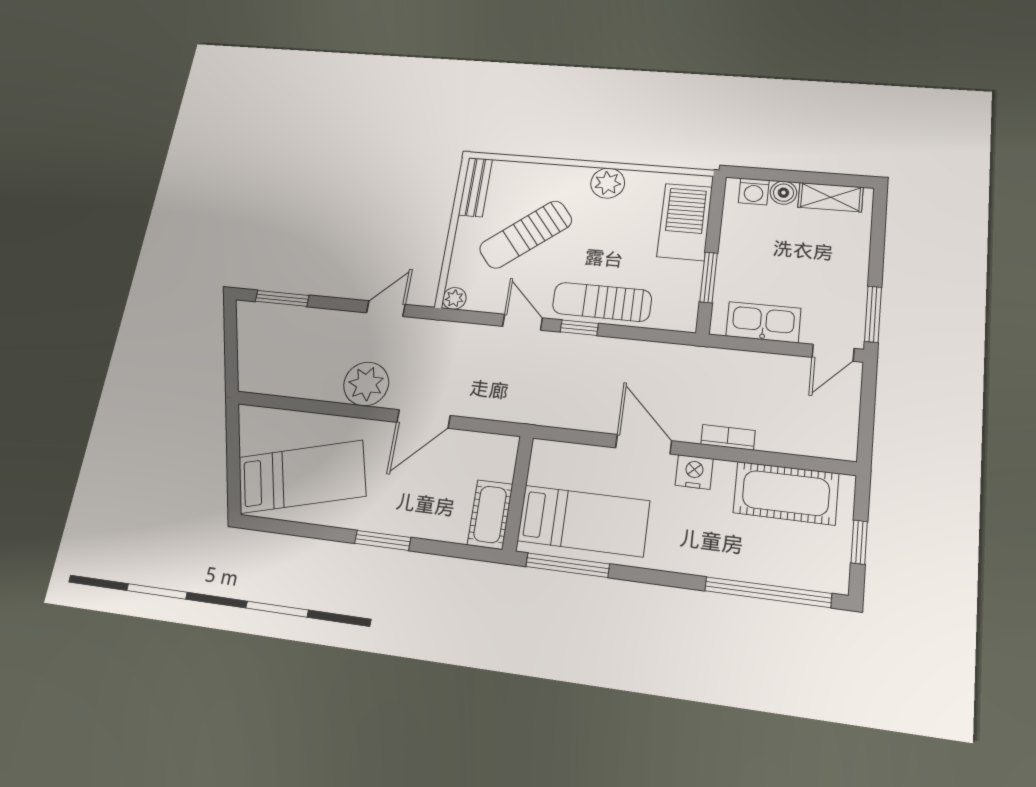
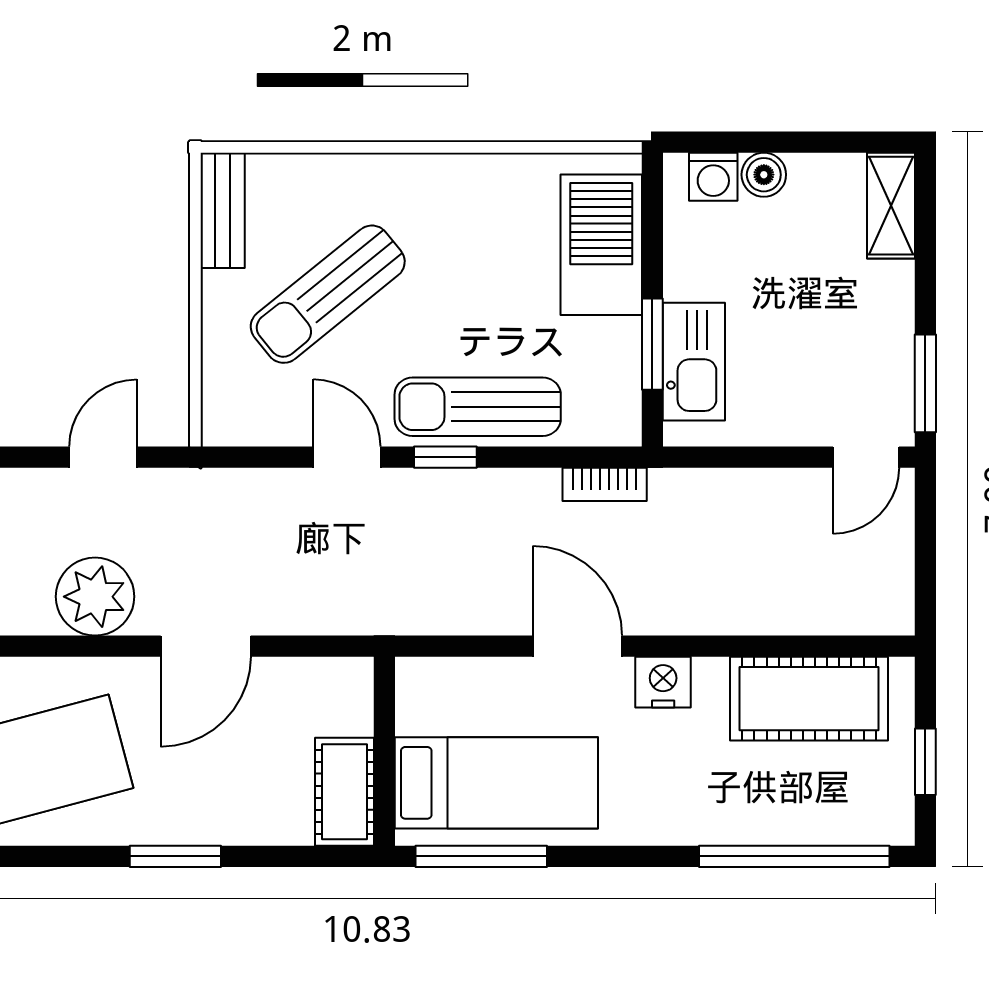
plant: (608, 183) -> (459, 182), removed
shelving: (830, 197) -> (891, 206), moved, turned 90
plant: (454, 298) -> (221, 426), removed
kitchen sink: (763, 322) -> (694, 362), moved, turned 90
bookcase: (728, 437) -> (605, 484), moved, turned 180

